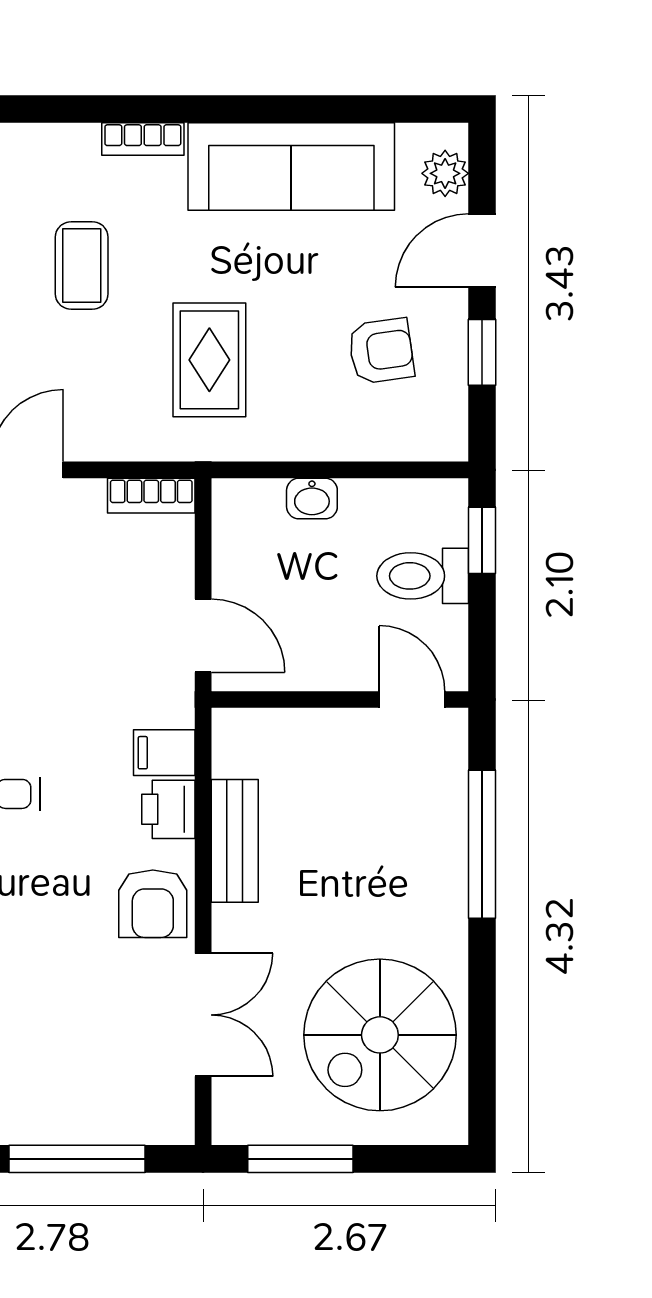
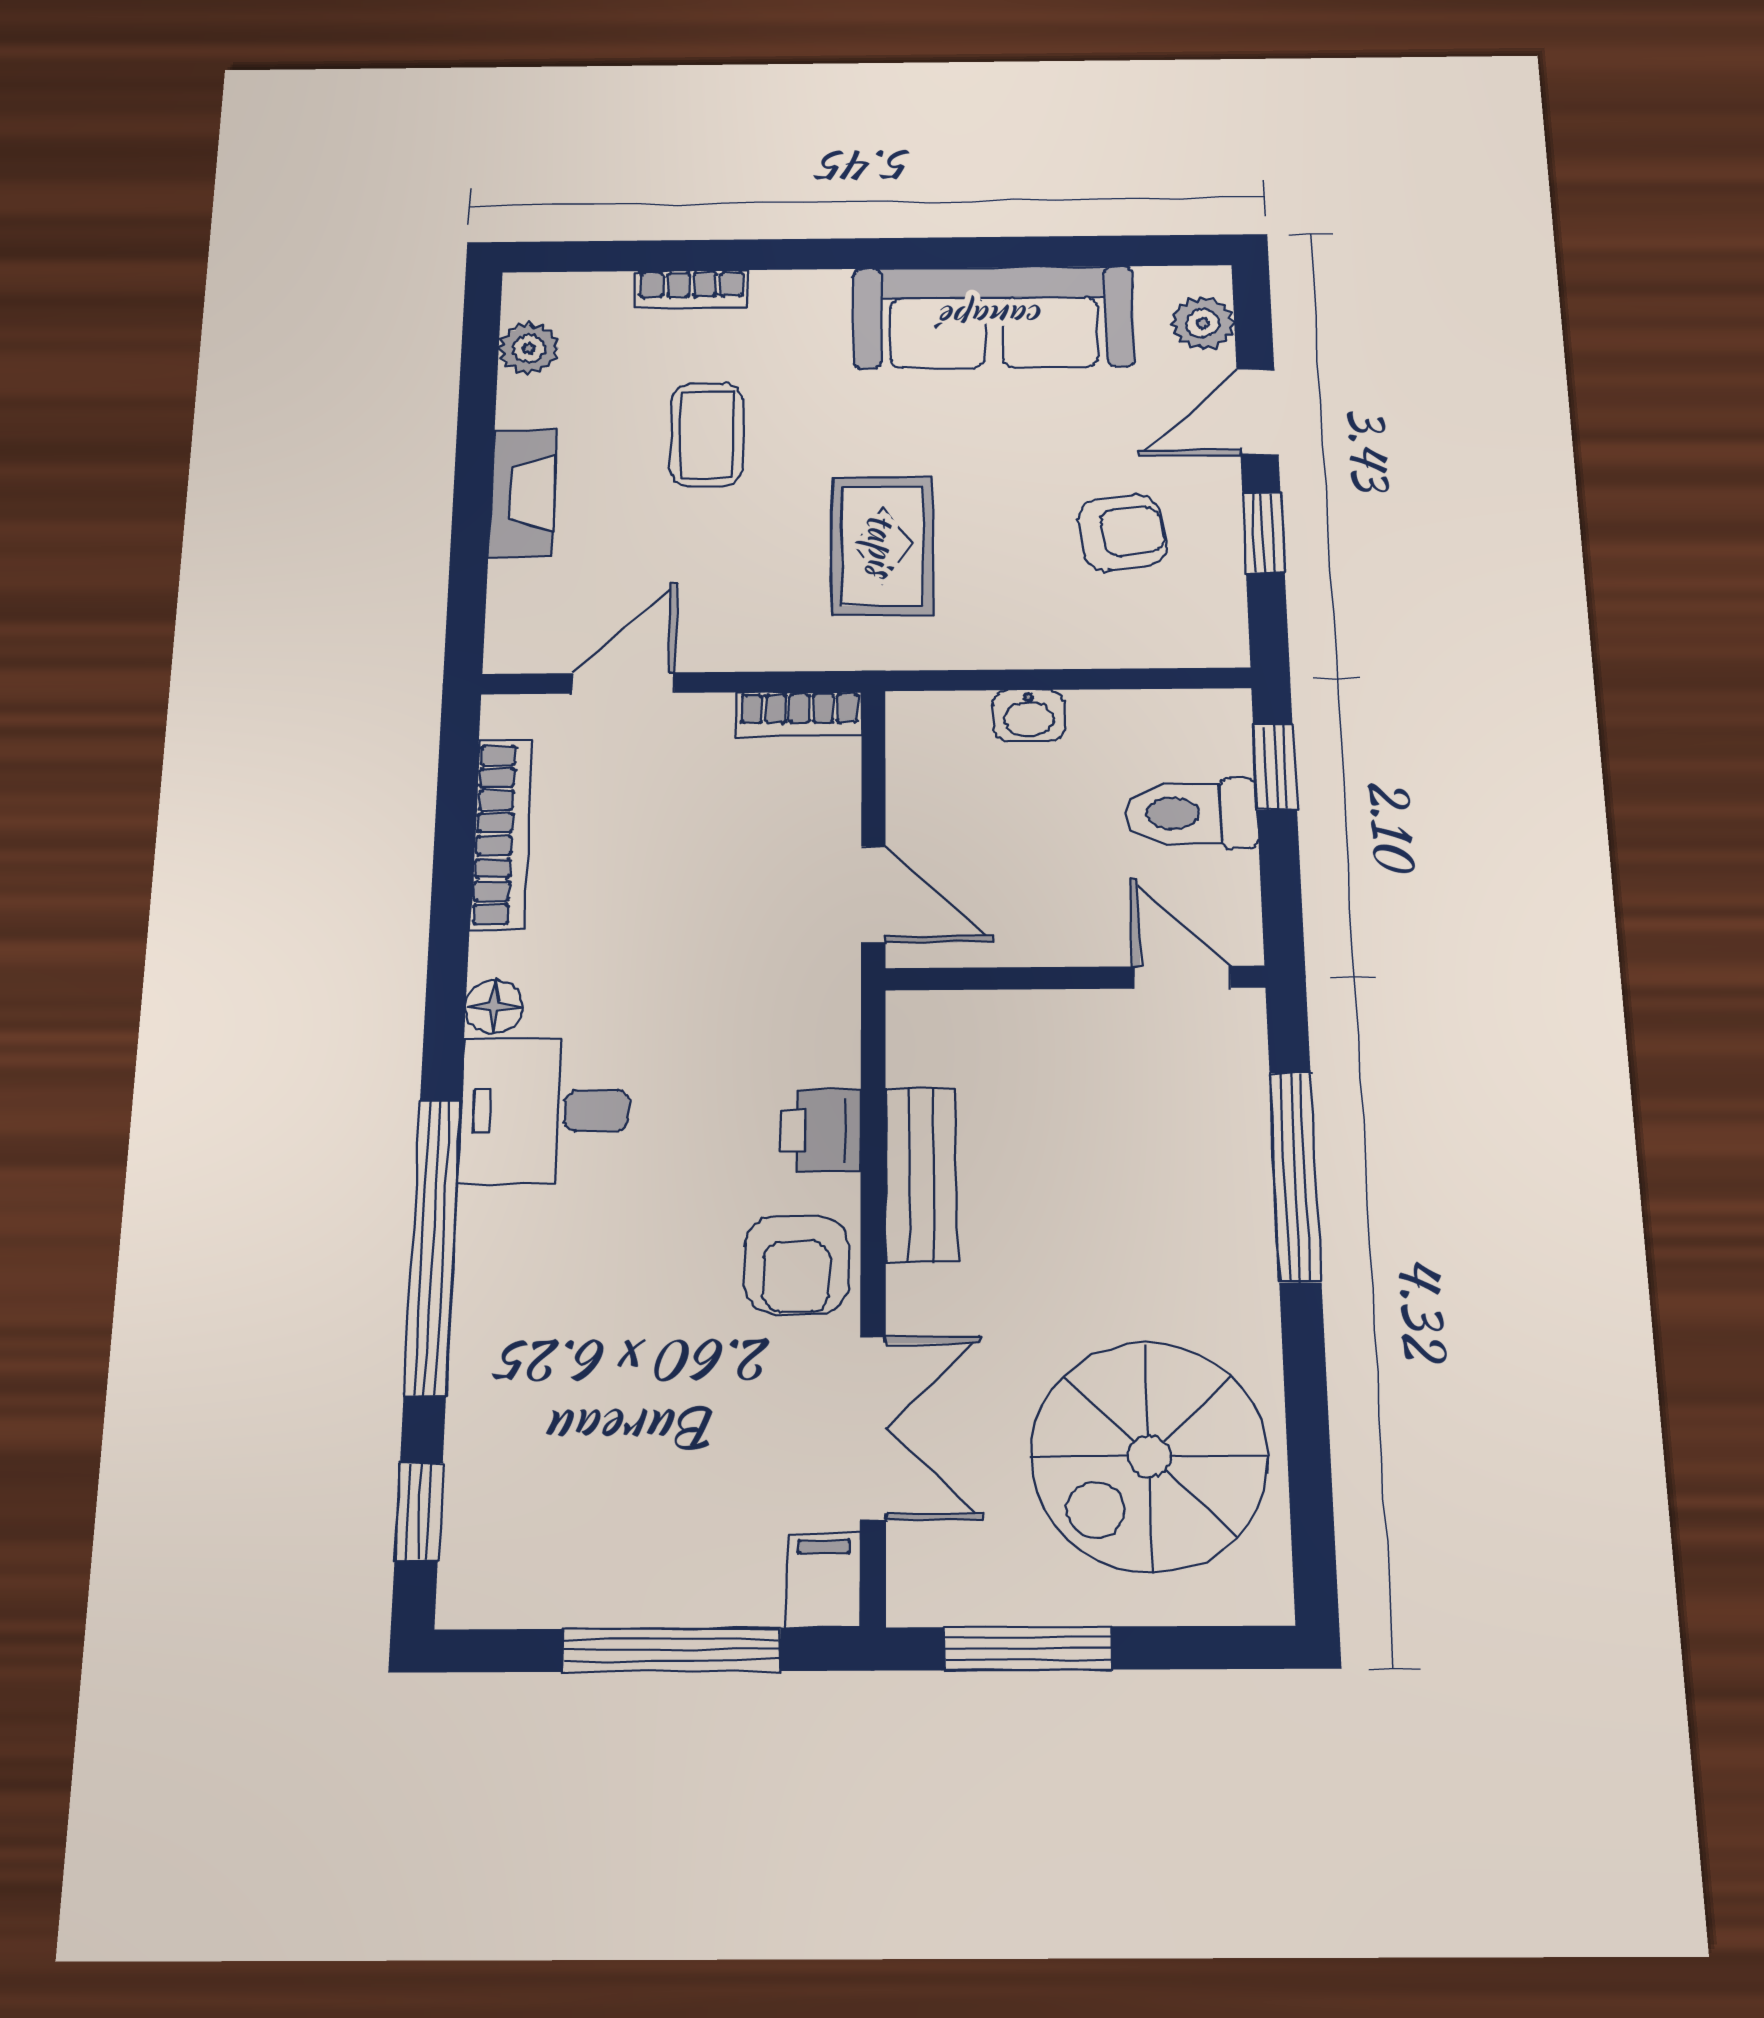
bookcase: (143, 139) -> (692, 289), moved
filing cabinet: (164, 753) -> (823, 1580), moved, turned 90

